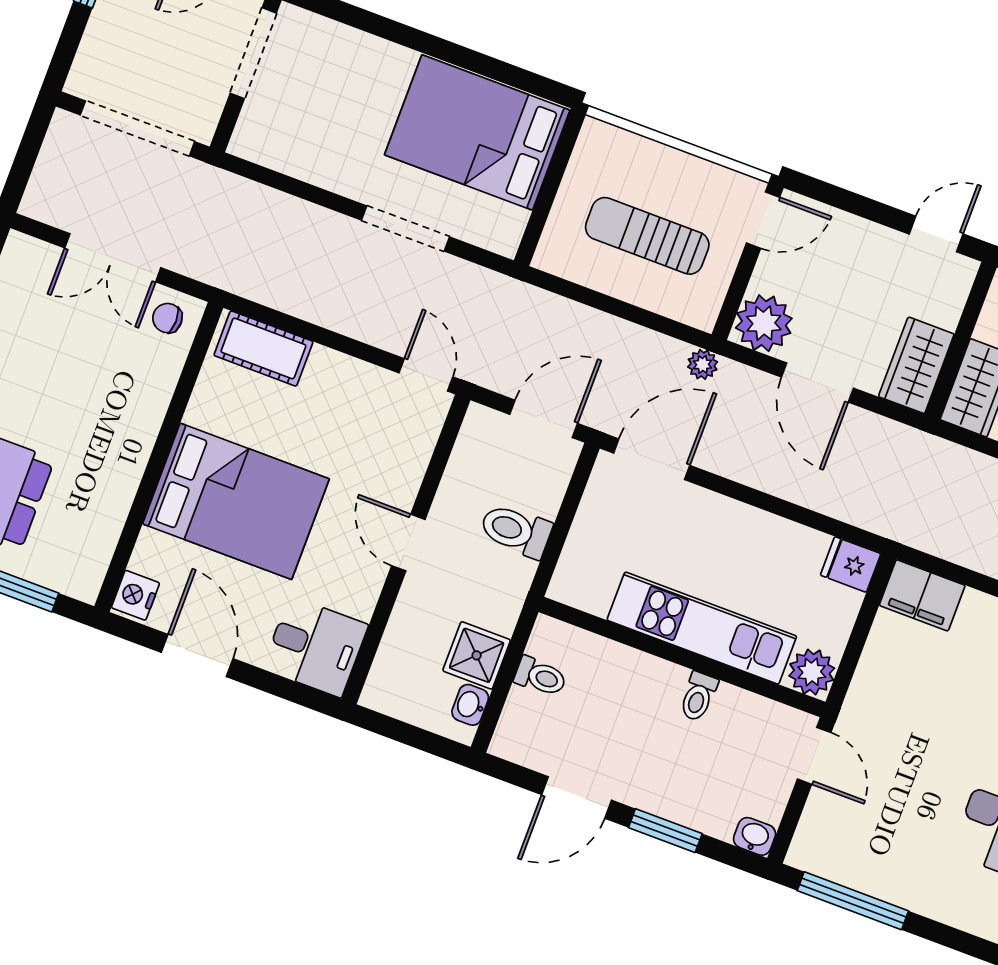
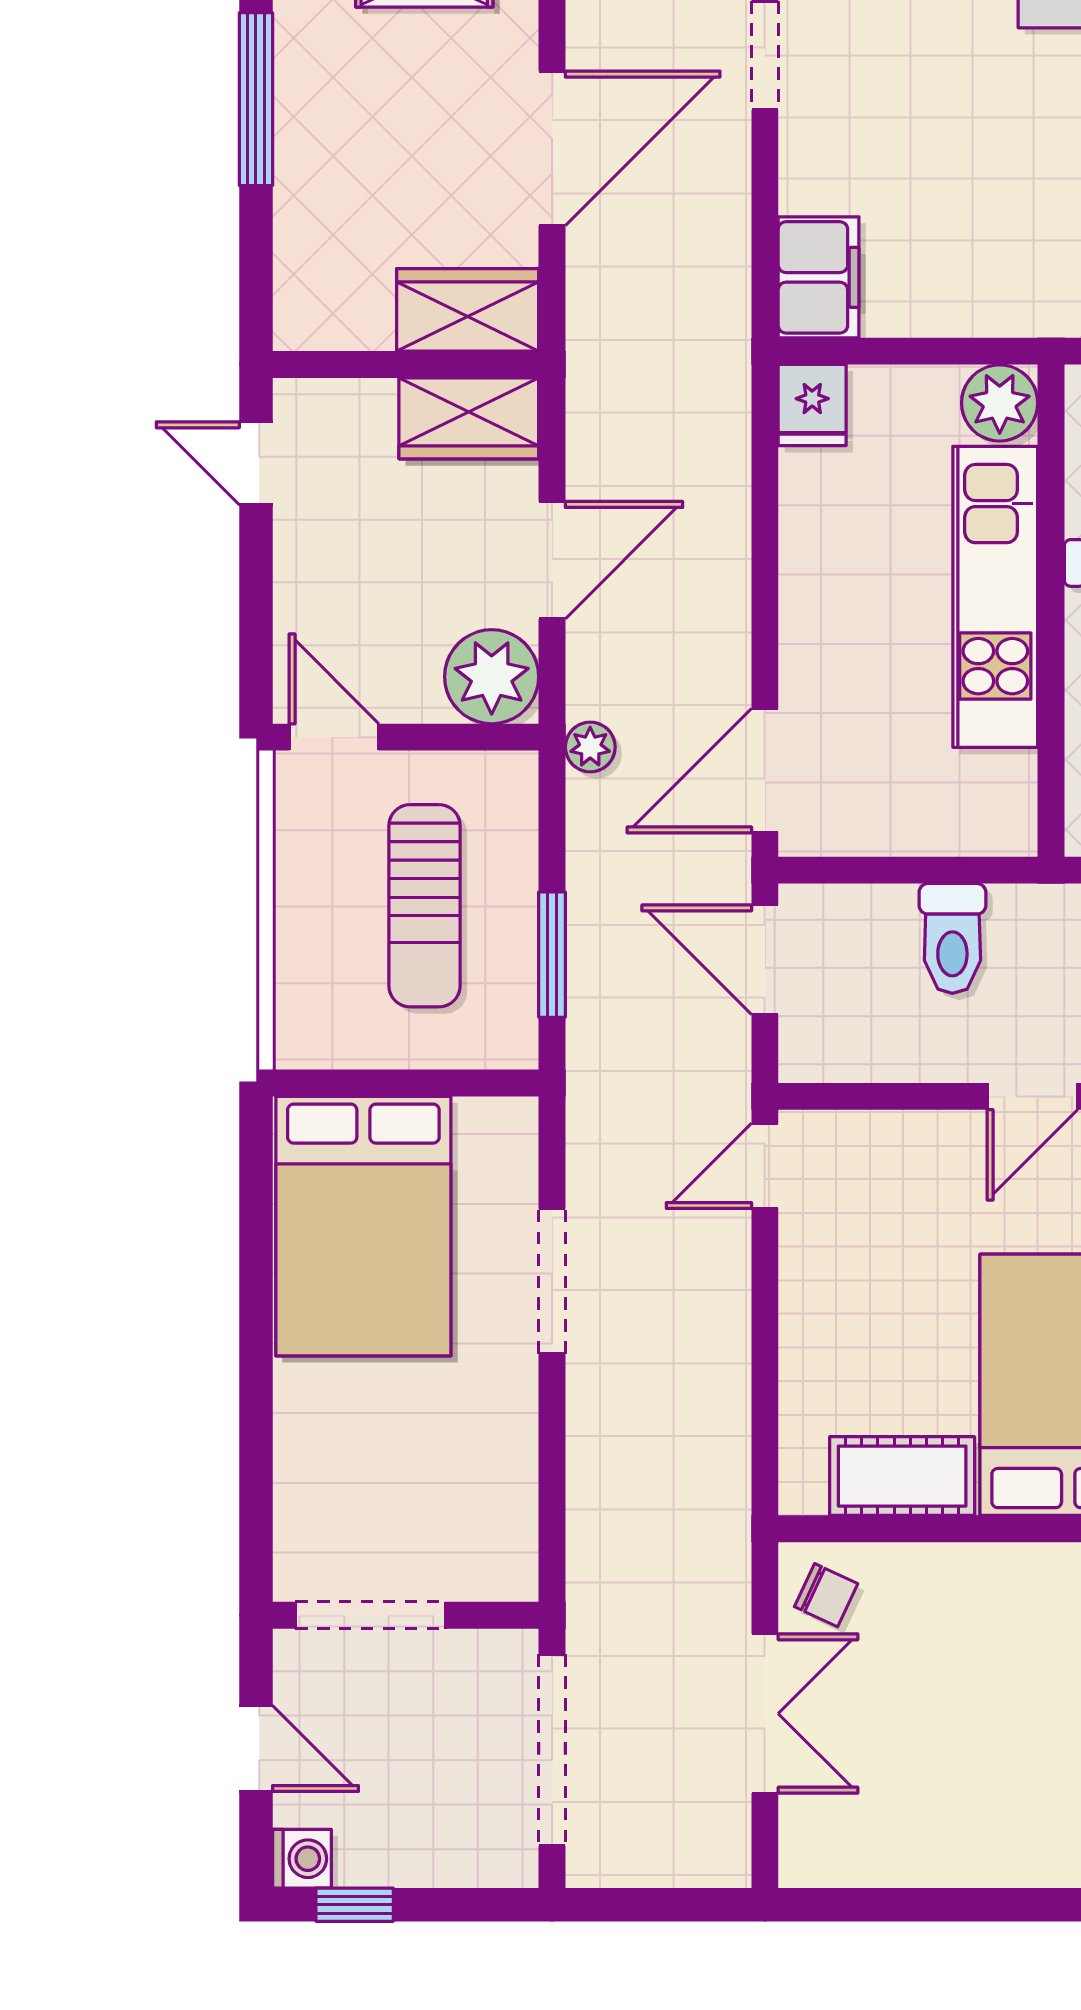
window: (592, 298) -> (552, 955), added
chair: (167, 318) -> (826, 1595), turned -65
cot: (263, 348) -> (902, 1476), moved, turned 90
door: (652, 459) -> (765, 771), hinge flipped

